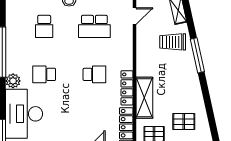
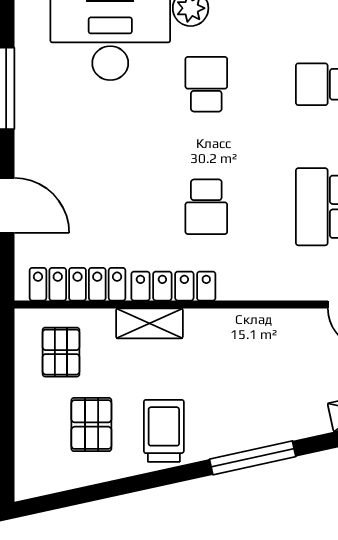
trolley: (173, 42) -> (164, 431), moved
shelving: (144, 98) -> (149, 323), width x0.67, depth x0.75

